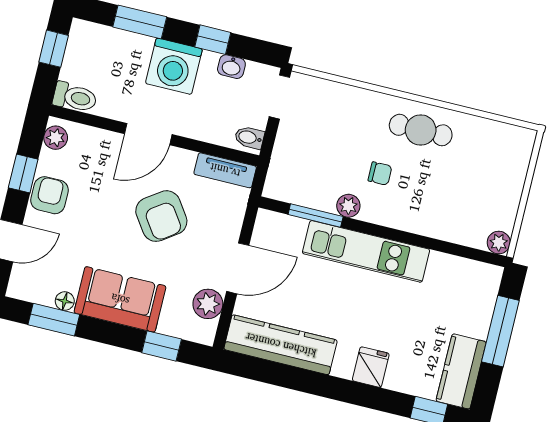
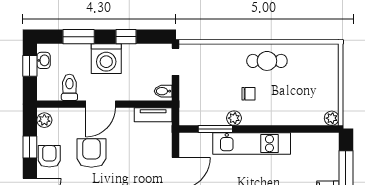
washbasin: (231, 67) -> (44, 60), moved, turned -90
toilet: (75, 97) -> (69, 87), moved, turned -90
armchair: (161, 216) -> (91, 153), moved, turned -145

